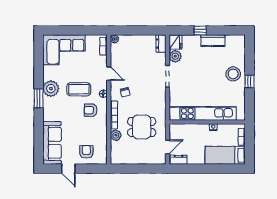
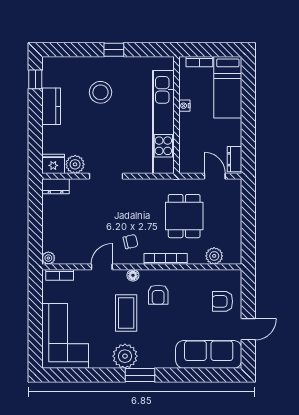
window: (200, 30) -> (35, 79), moved
stool: (233, 74) -> (100, 92), moved
plant: (116, 135) -> (214, 256), moved

